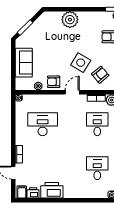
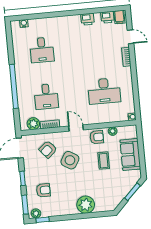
coffee table: (49, 59) -> (104, 161), added
door: (72, 92) -> (76, 128), swing flipped
printer: (52, 190) -> (87, 19), width x0.53, depth x0.68

